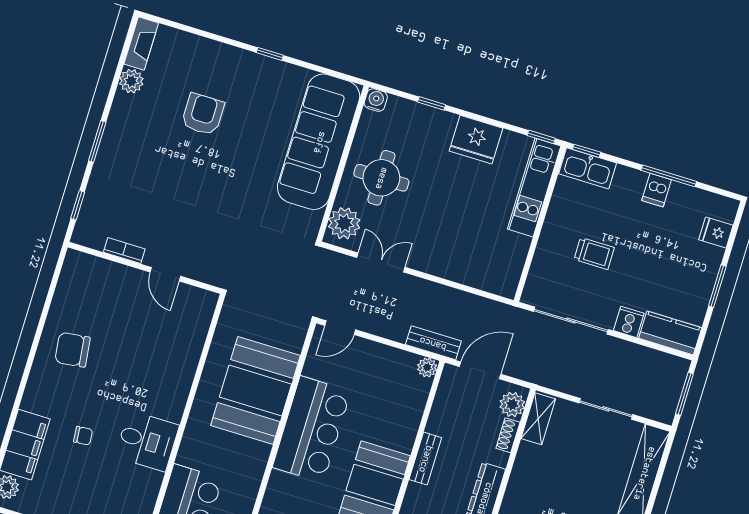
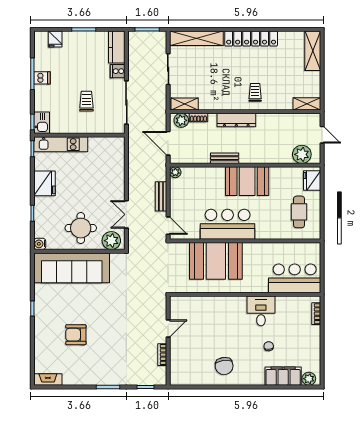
plant: (131, 81) -> (70, 379), removed
kitchen sink: (588, 168) -> (42, 123), width x0.73
bench: (433, 343) -> (161, 196), moved

